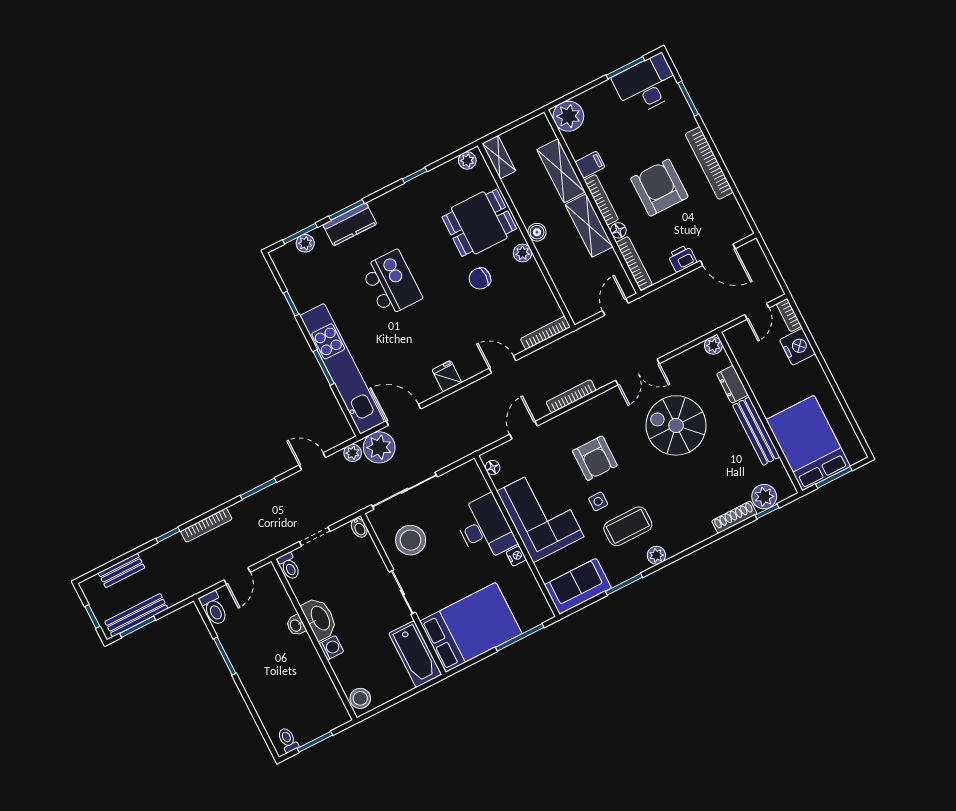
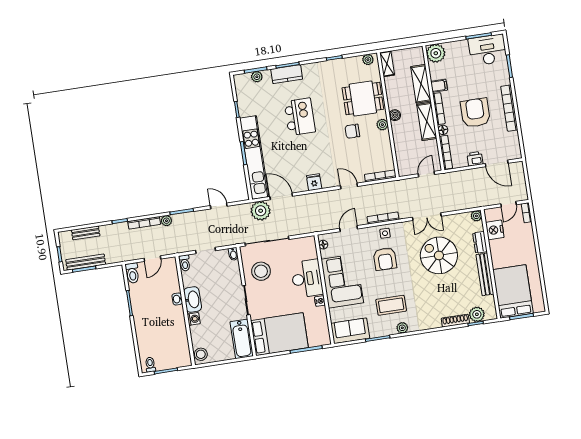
nightstand: (798, 347) -> (495, 230), moved, turned 180
plant: (353, 453) -> (166, 221), moved
side table: (598, 501) -> (385, 233), moved

